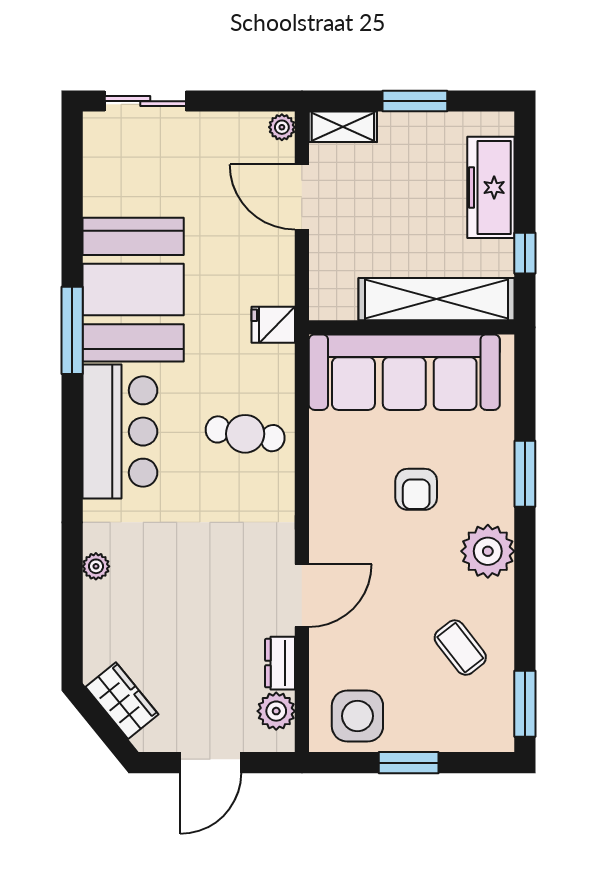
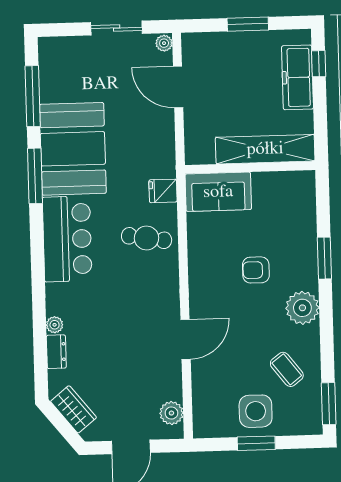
sliding door: (145, 101) -> (117, 28), moved
shelving: (343, 127) -> (203, 42), removed
window: (72, 205) -> (33, 96), added
window: (525, 253) -> (319, 64), moved
fridge: (273, 325) -> (163, 191), moved
sofa: (404, 372) -> (218, 192), width x0.54, depth x0.79
armchair: (416, 489) -> (256, 270), turned 90
dresser: (280, 663) -> (56, 352), moved, turned 180
side table: (357, 716) -> (256, 411), moved

